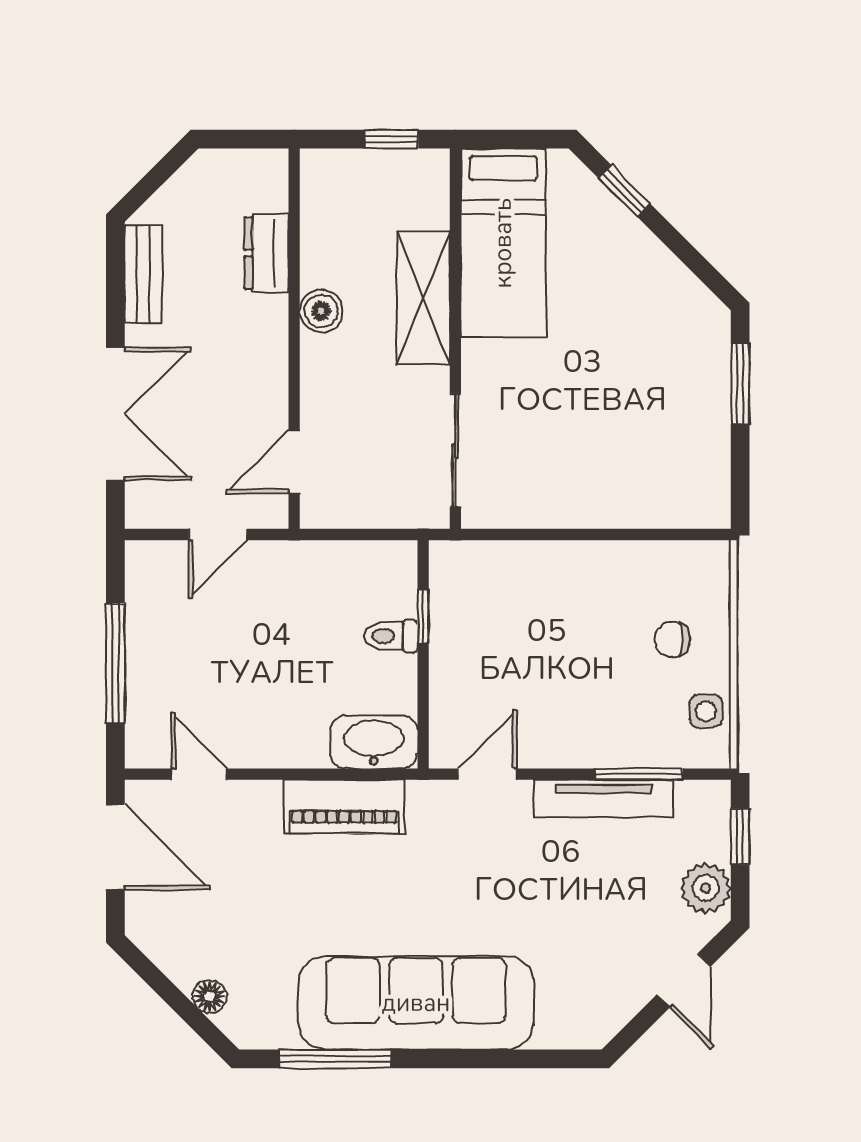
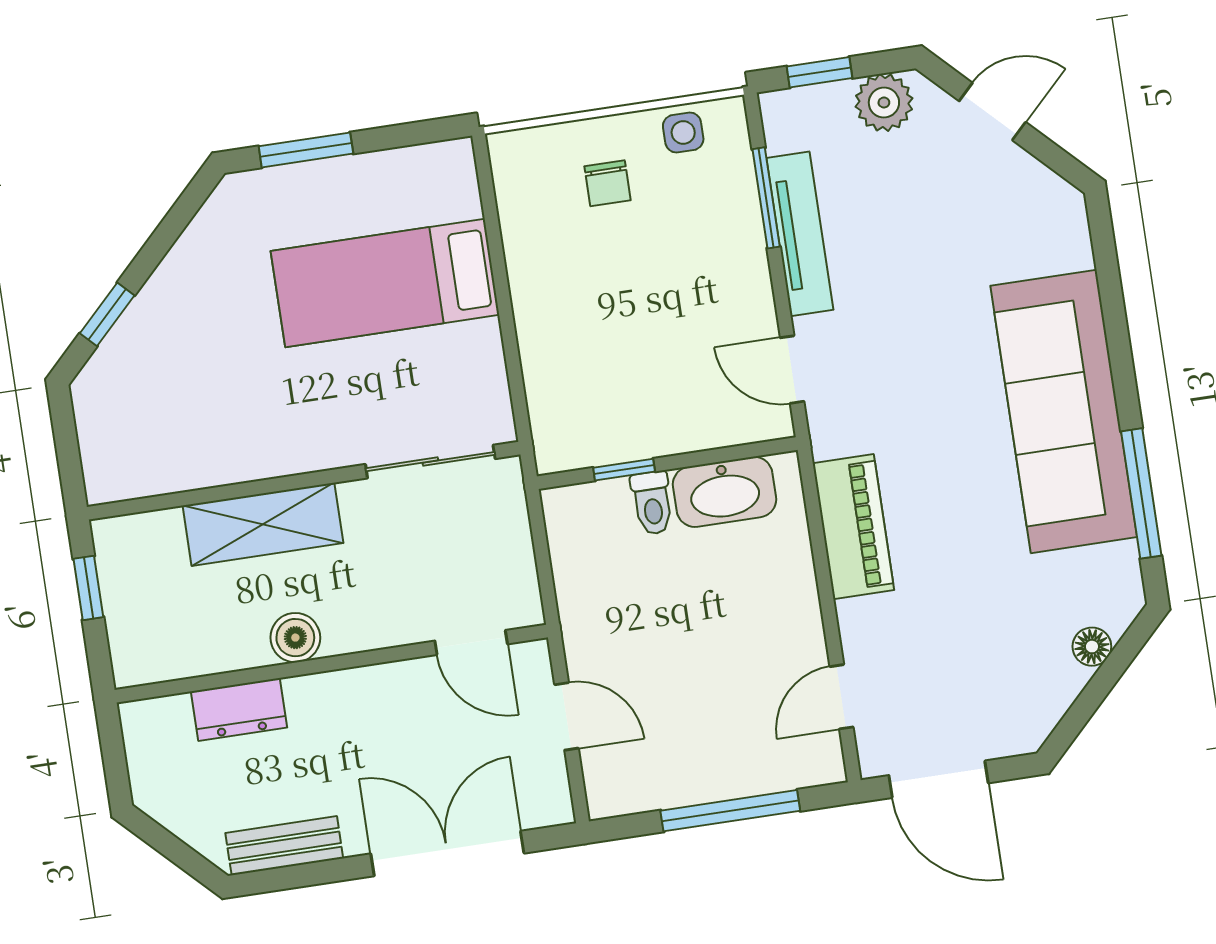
bed: (503, 243) -> (385, 283), moved, turned 180
washbasin: (374, 742) -> (725, 492), moved, turned -90
door: (115, 847) -> (939, 779), swing flipped

